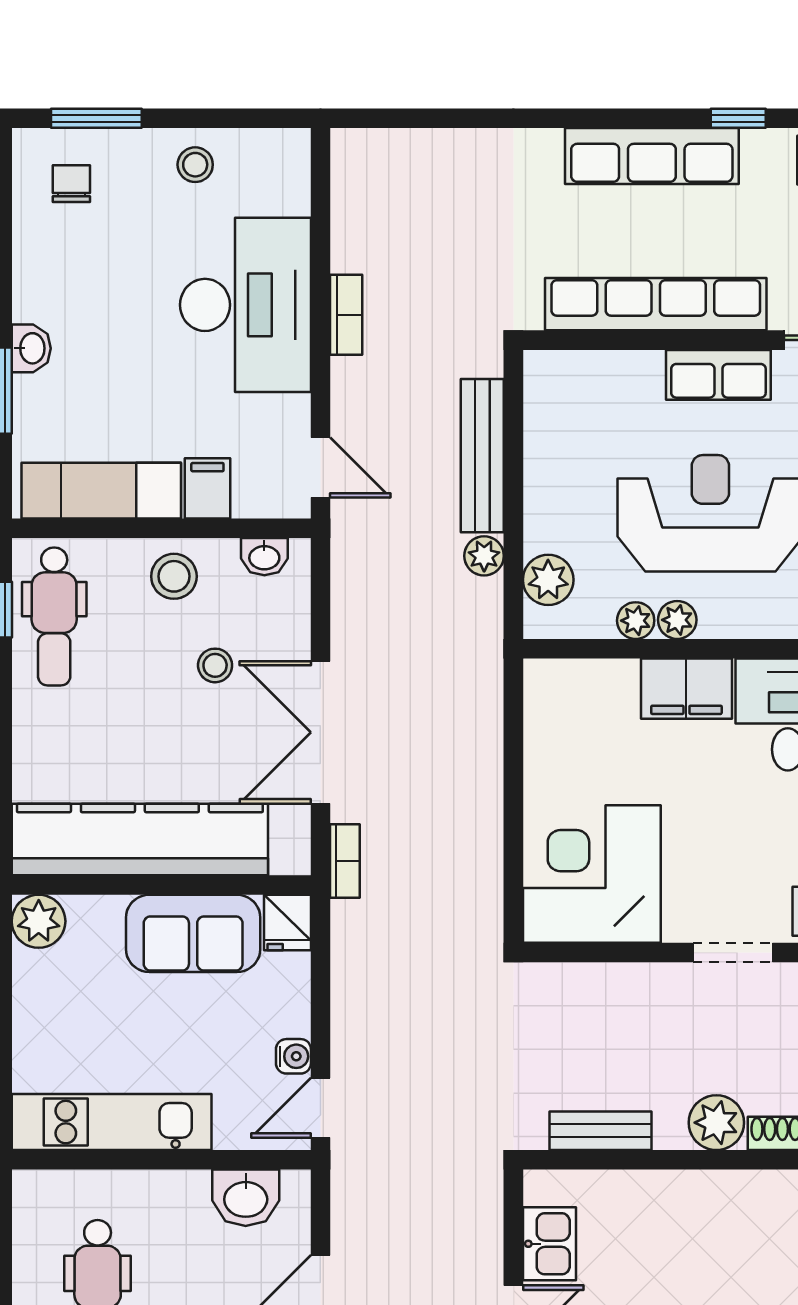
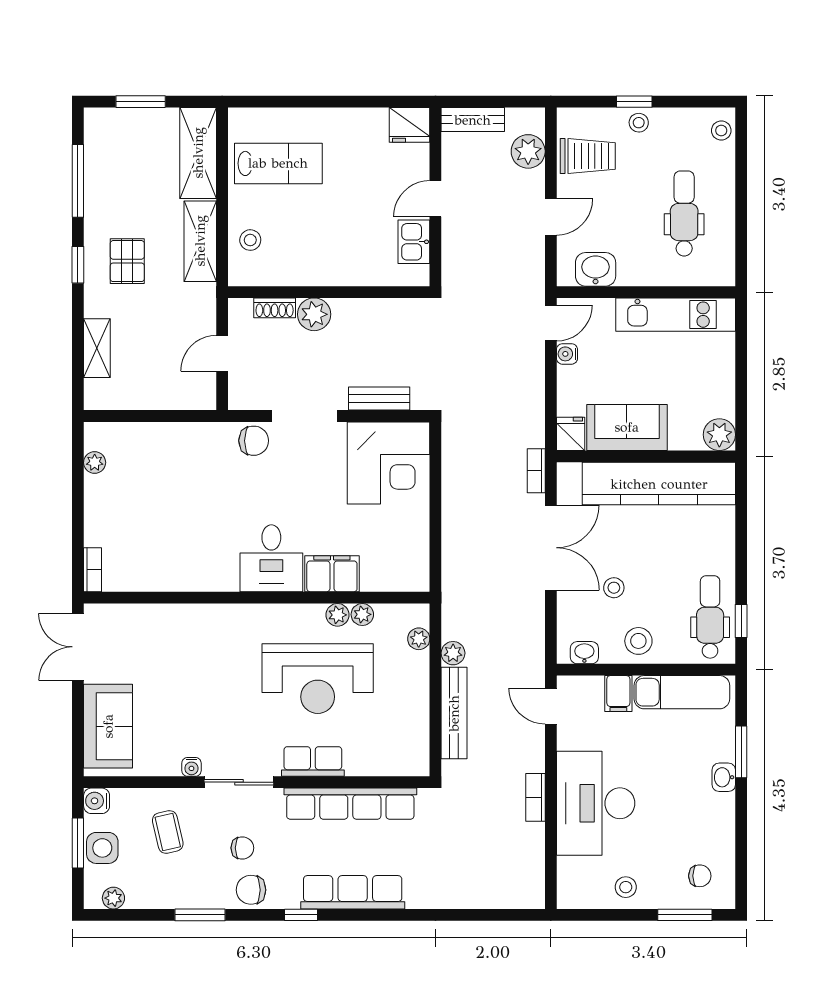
chair: (71, 184) -> (700, 876), turned -90
plant: (548, 580) -> (419, 639), width x0.73, depth x0.73
doorway: (733, 952) -> (304, 416), width x1.38
bench: (601, 1131) -> (379, 399), moved

